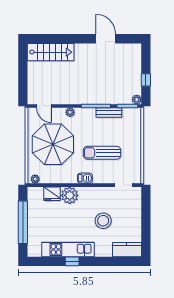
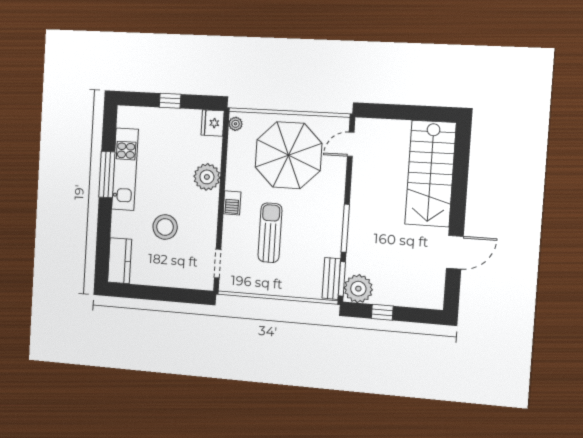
stairs: (51, 52) -> (430, 174), width x1.36, depth x1.51
plant: (137, 100) -> (358, 289), width x1.87, depth x1.87
plant: (70, 112) -> (338, 186), removed
bench: (109, 113) -> (331, 278), moved
fridge: (52, 194) -> (213, 123), moved
window: (23, 222) -> (170, 101), width x0.32
window: (72, 261) -> (107, 175), width x2.17

